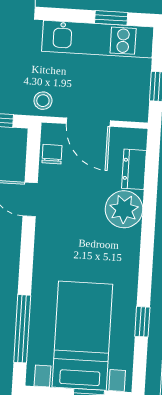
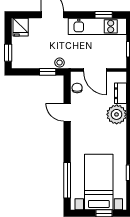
stool: (43, 101) -> (60, 63), moved

